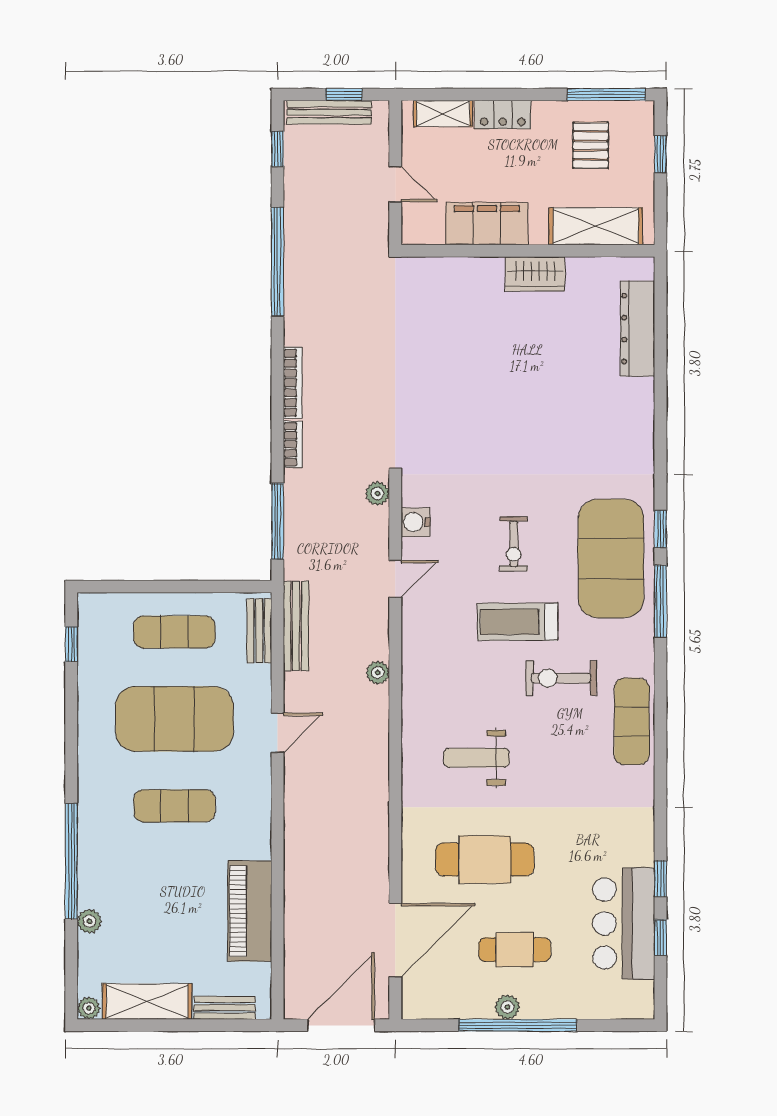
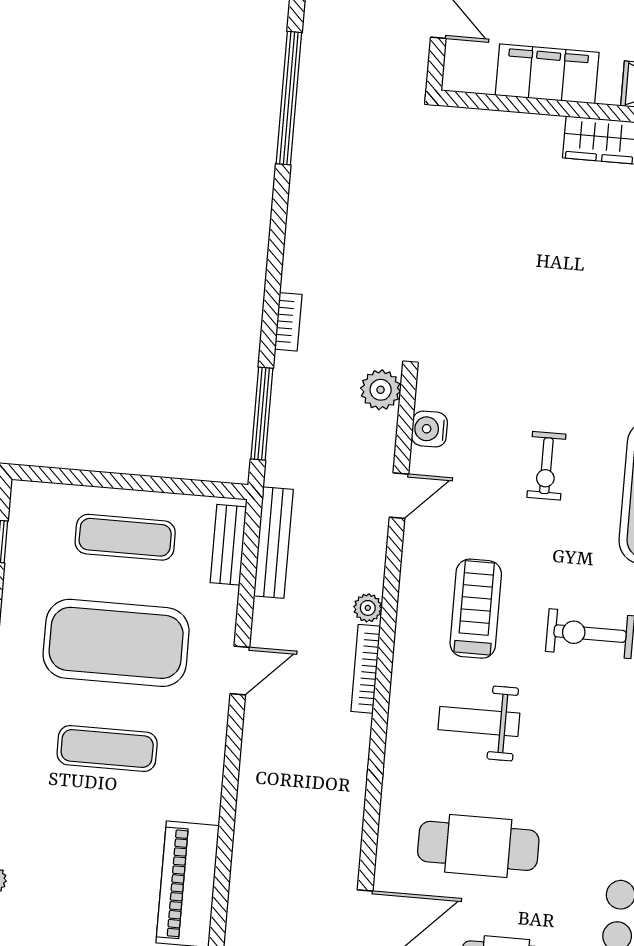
bookcase: (293, 383) -> (366, 669), moved, turned 180
plant: (377, 493) -> (381, 390), width x1.38, depth x1.38
treadmill: (517, 622) -> (476, 609), moved, turned 90

